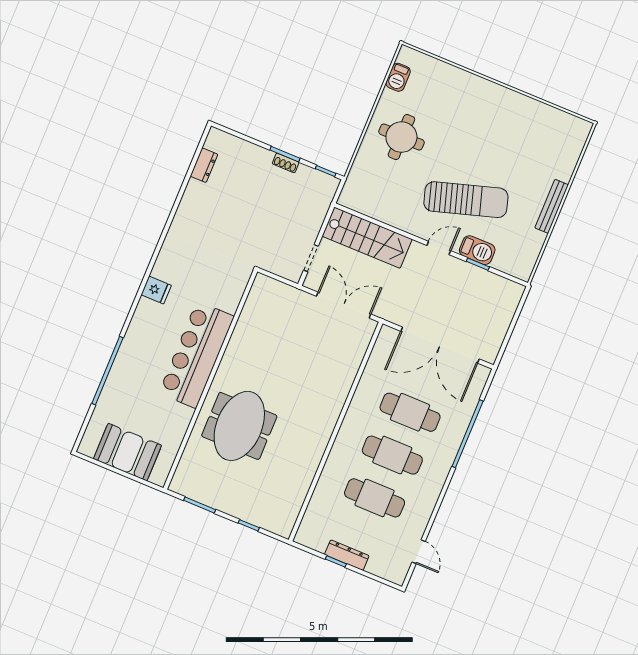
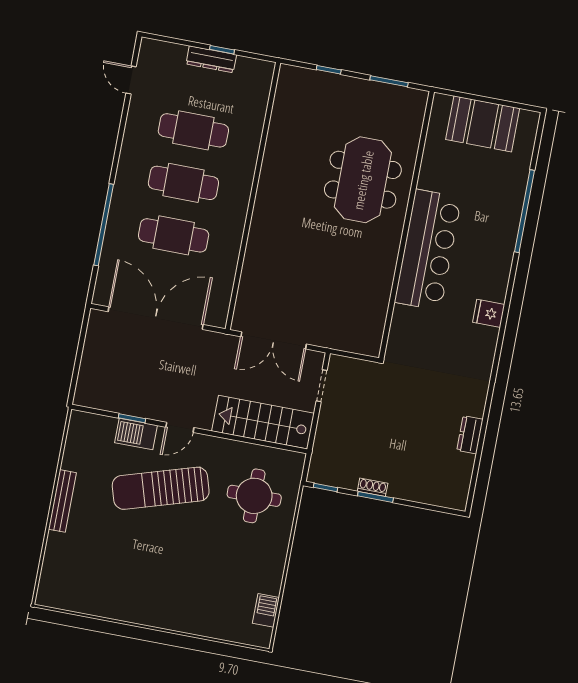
round table: (401, 137) -> (254, 496), moved
dresser: (204, 165) -> (470, 435), moved

